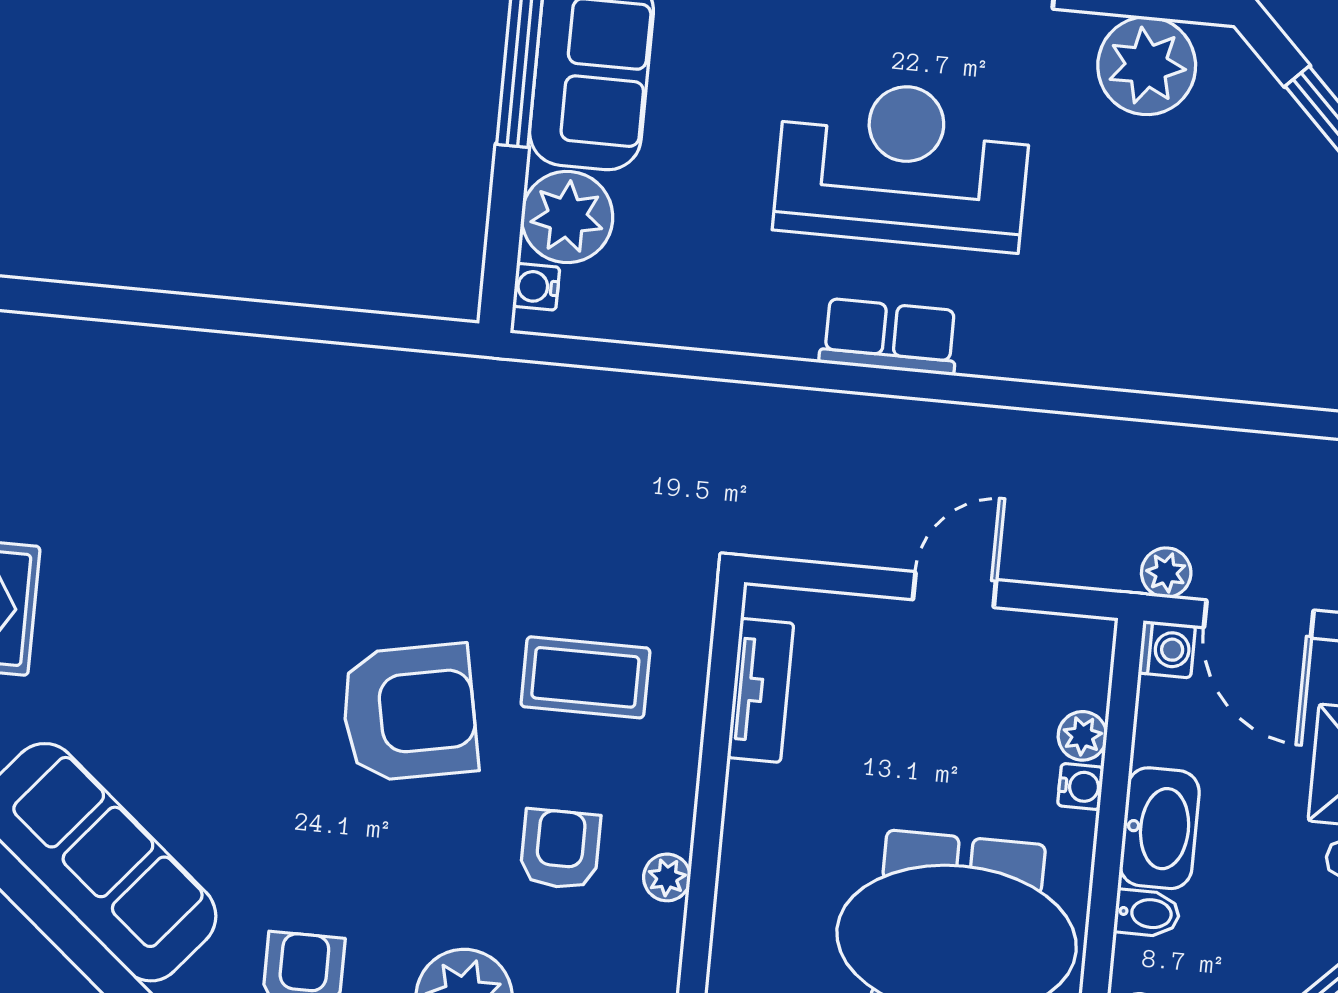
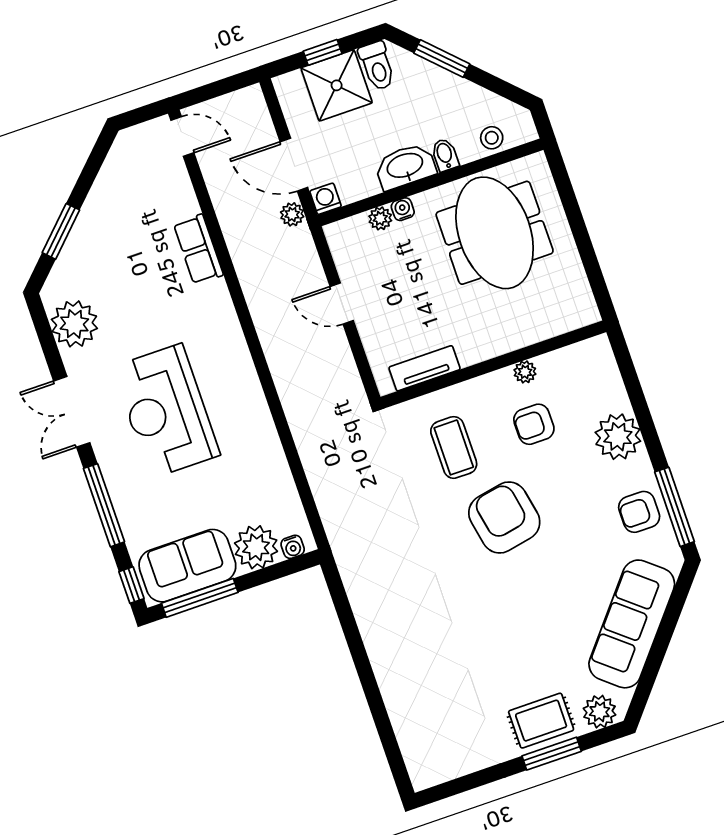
row of seats: (889, 337) -> (198, 249), moved
door: (1259, 619) -> (294, 165), swing flipped

